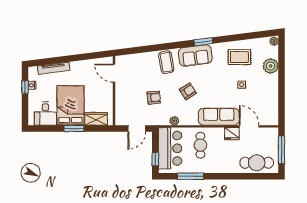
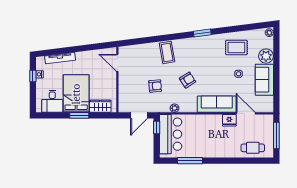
sofa: (195, 55) -> (264, 80), moved, turned 97
cafe table: (200, 145) -> (199, 131), removed
window: (155, 159) -> (157, 128), moved
cafe table: (257, 163) -> (253, 148), width x0.73, depth x0.74

